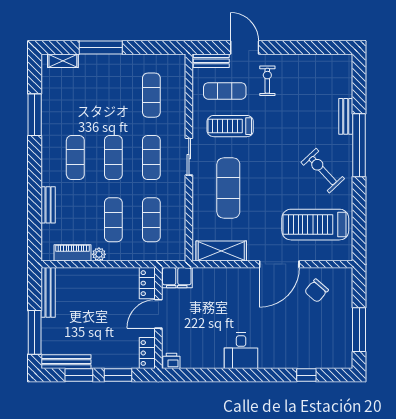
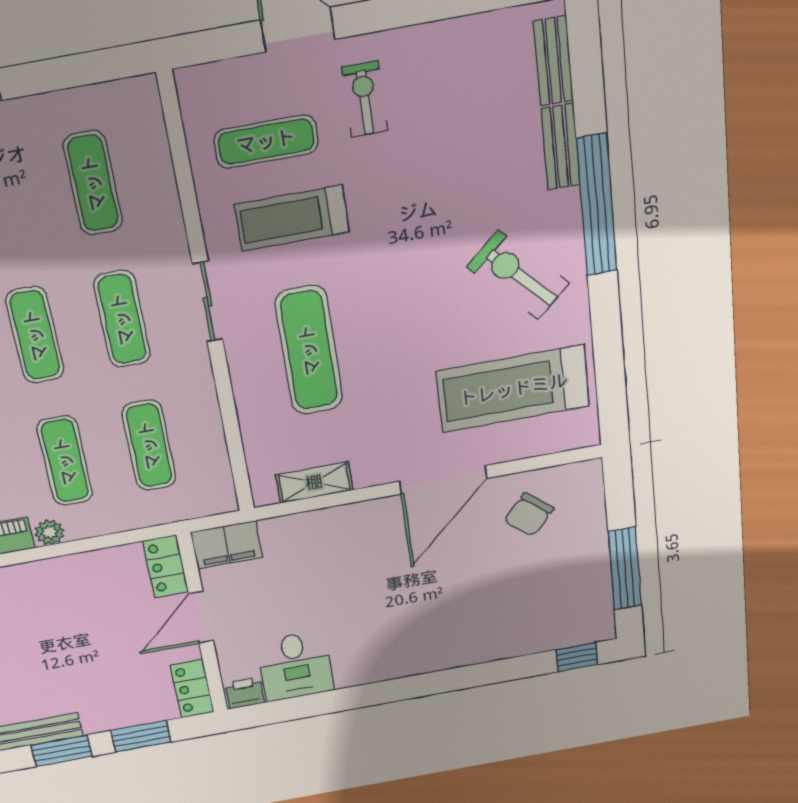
bench: (211, 61) -> (553, 61), moved, turned 90
shelving: (221, 251) -> (314, 482), width x0.67, depth x0.75
desk: (241, 351) -> (296, 666), moved
window: (306, 375) -> (577, 657), moved

